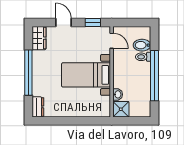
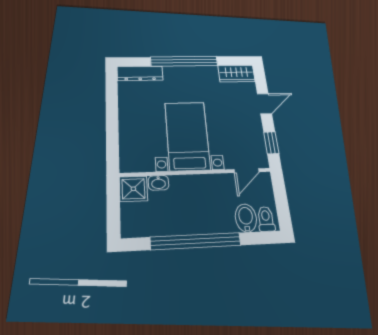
toilet: (143, 57) -> (266, 219), moved
dresser: (38, 107) -> (140, 73), width x1.44

